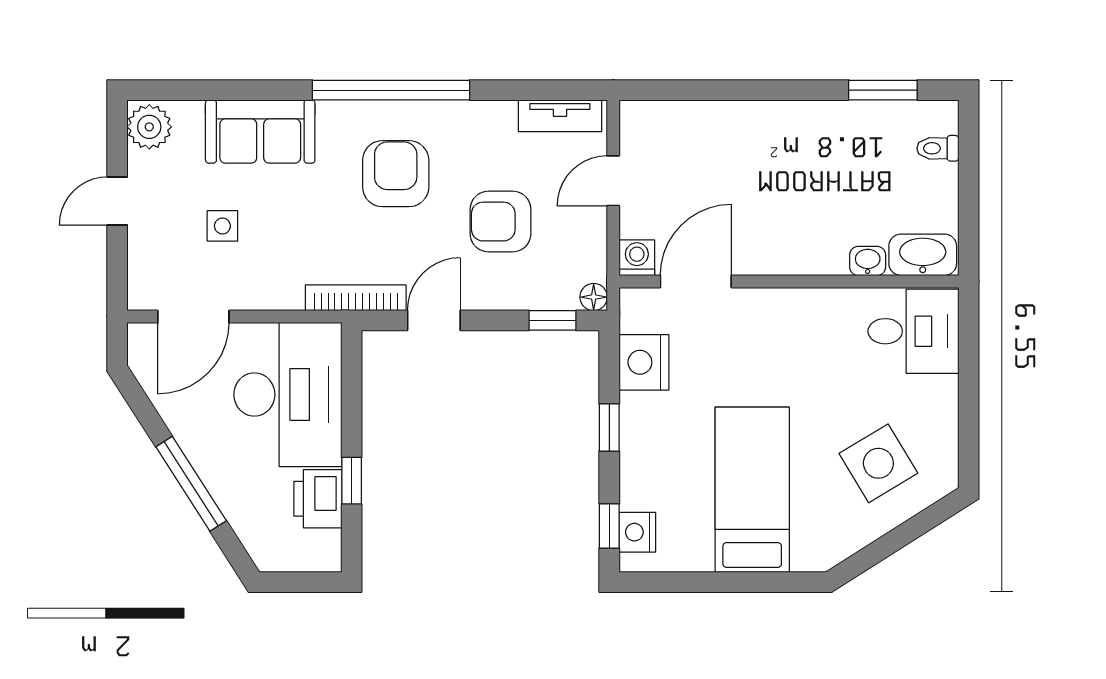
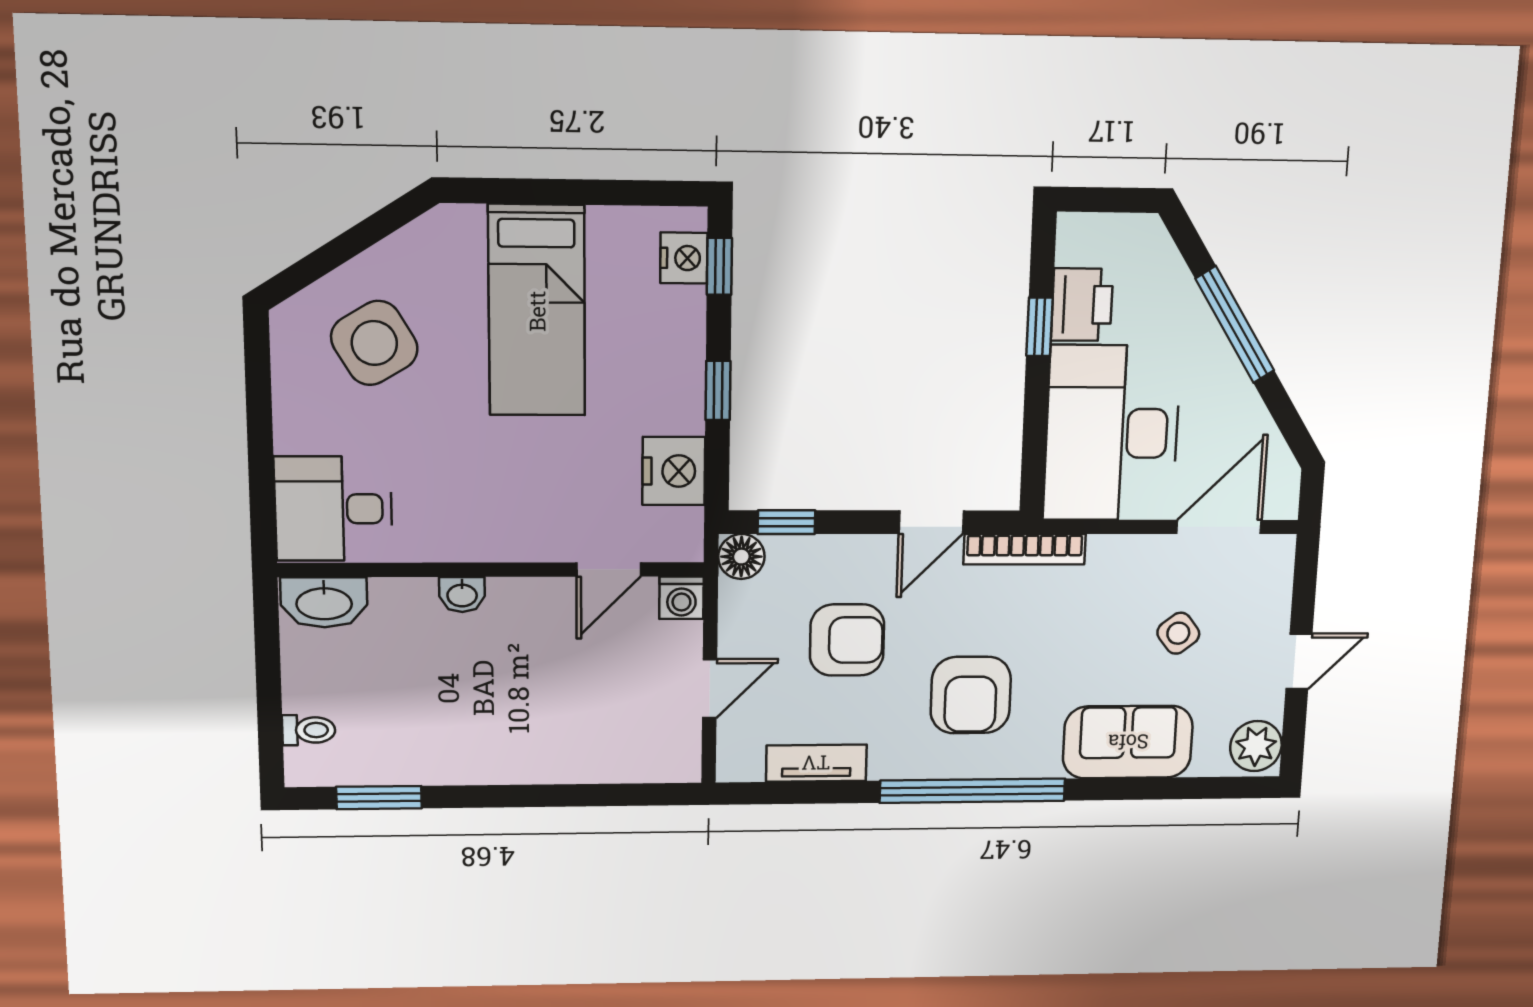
tv unit: (560, 116) -> (816, 763), moved
side table: (222, 226) -> (1178, 633), turned -38
washbasin: (868, 261) -> (462, 594), moved
door: (696, 281) -> (609, 569), width x0.73
floor lamp: (594, 297) -> (741, 557), width x1.37, depth x1.37

